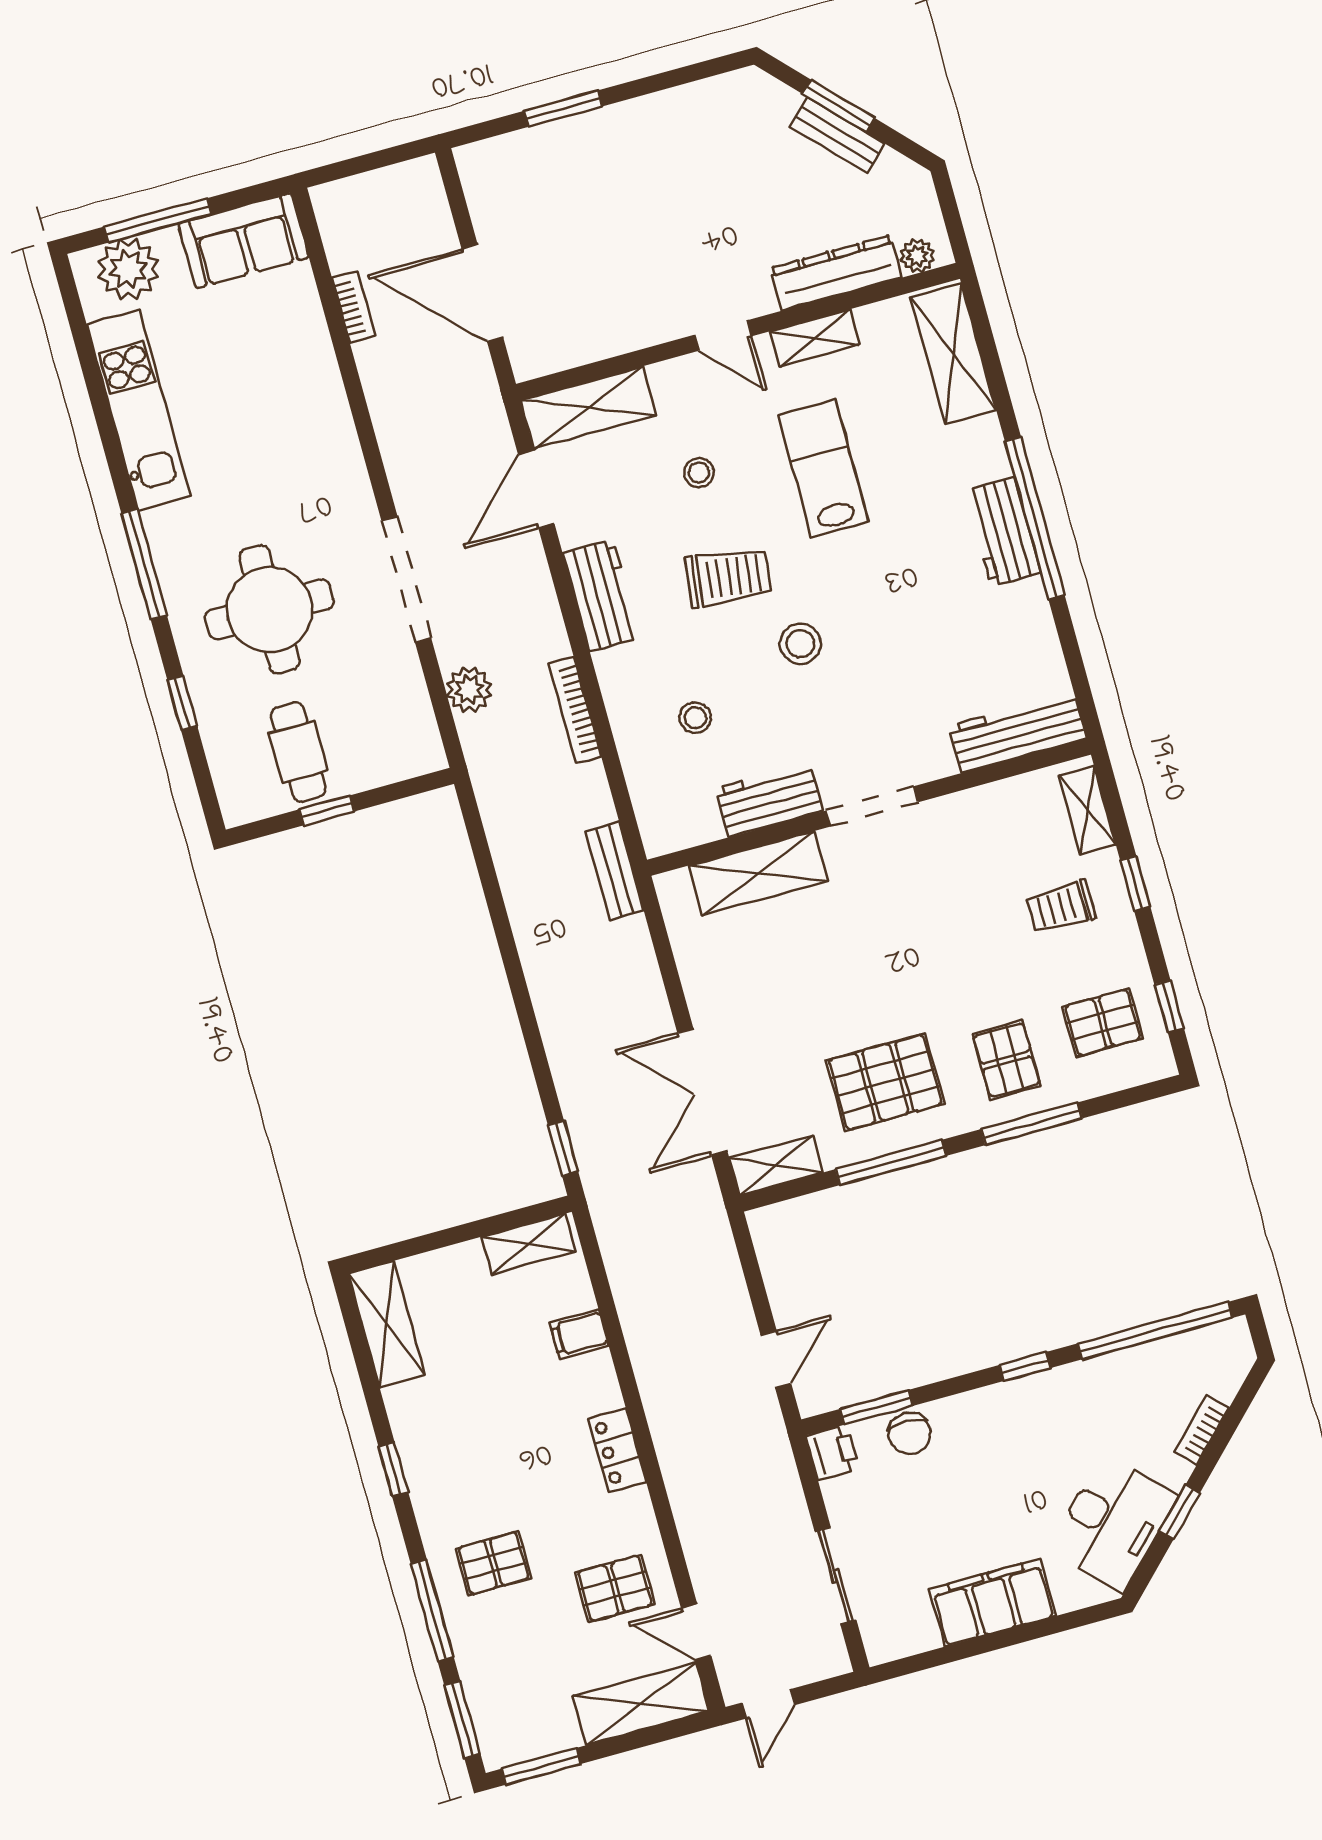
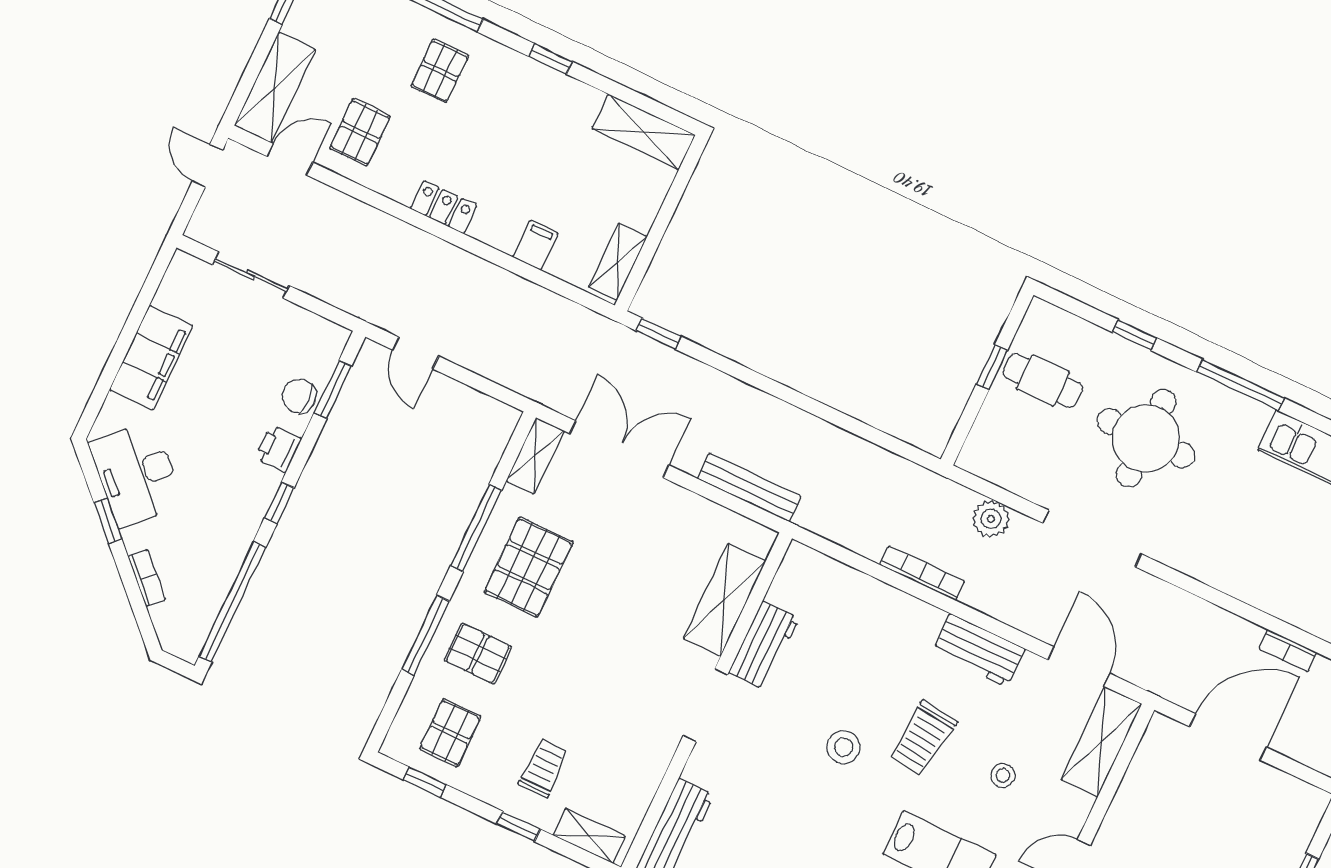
stool: (695, 718) -> (854, 643), removed
bench: (615, 871) -> (749, 487), moved, width x1.36
printer: (832, 1452) -> (278, 449), moved, turned 90

